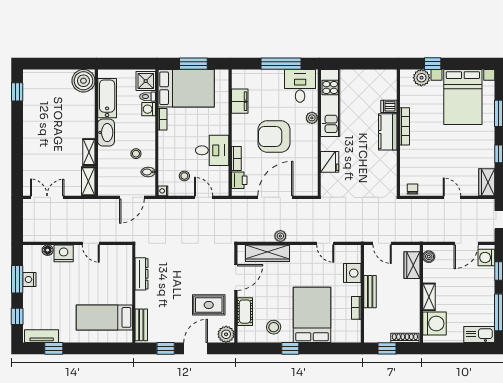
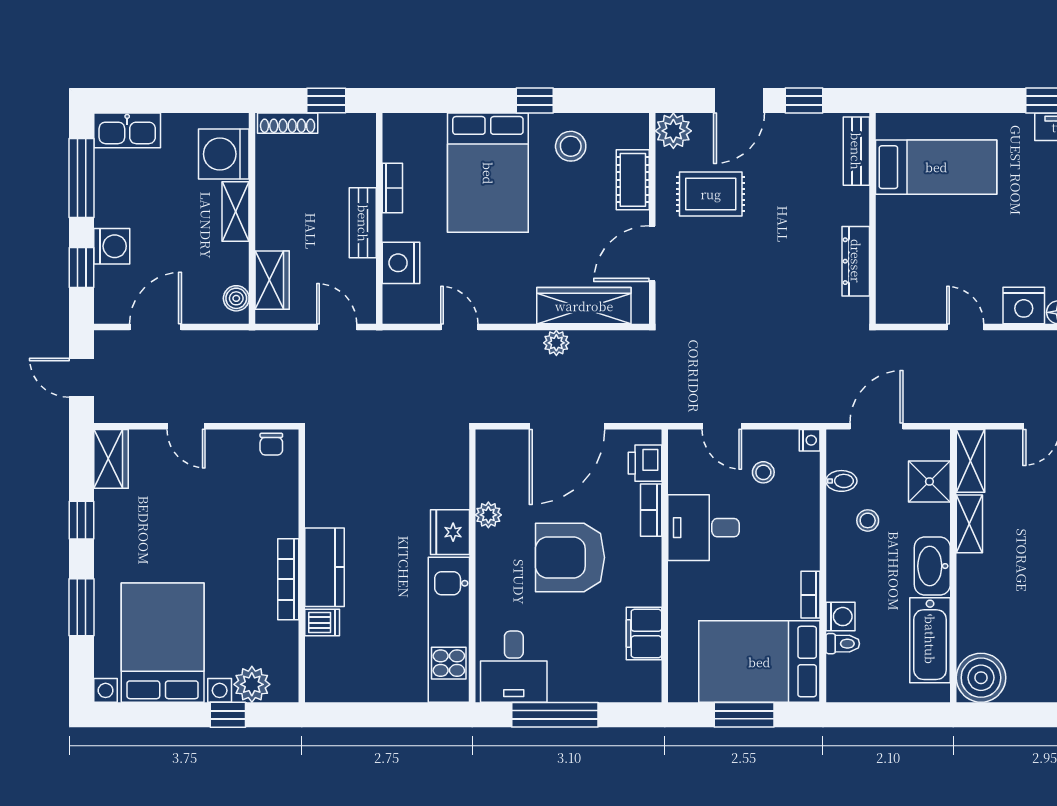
shower: (146, 81) -> (929, 481), moved
plant: (312, 118) -> (488, 515), moved
armchair: (274, 136) -> (570, 557), turned 180
fridge: (330, 162) -> (450, 532), moved
washing machine: (486, 258) -> (112, 246), moved

